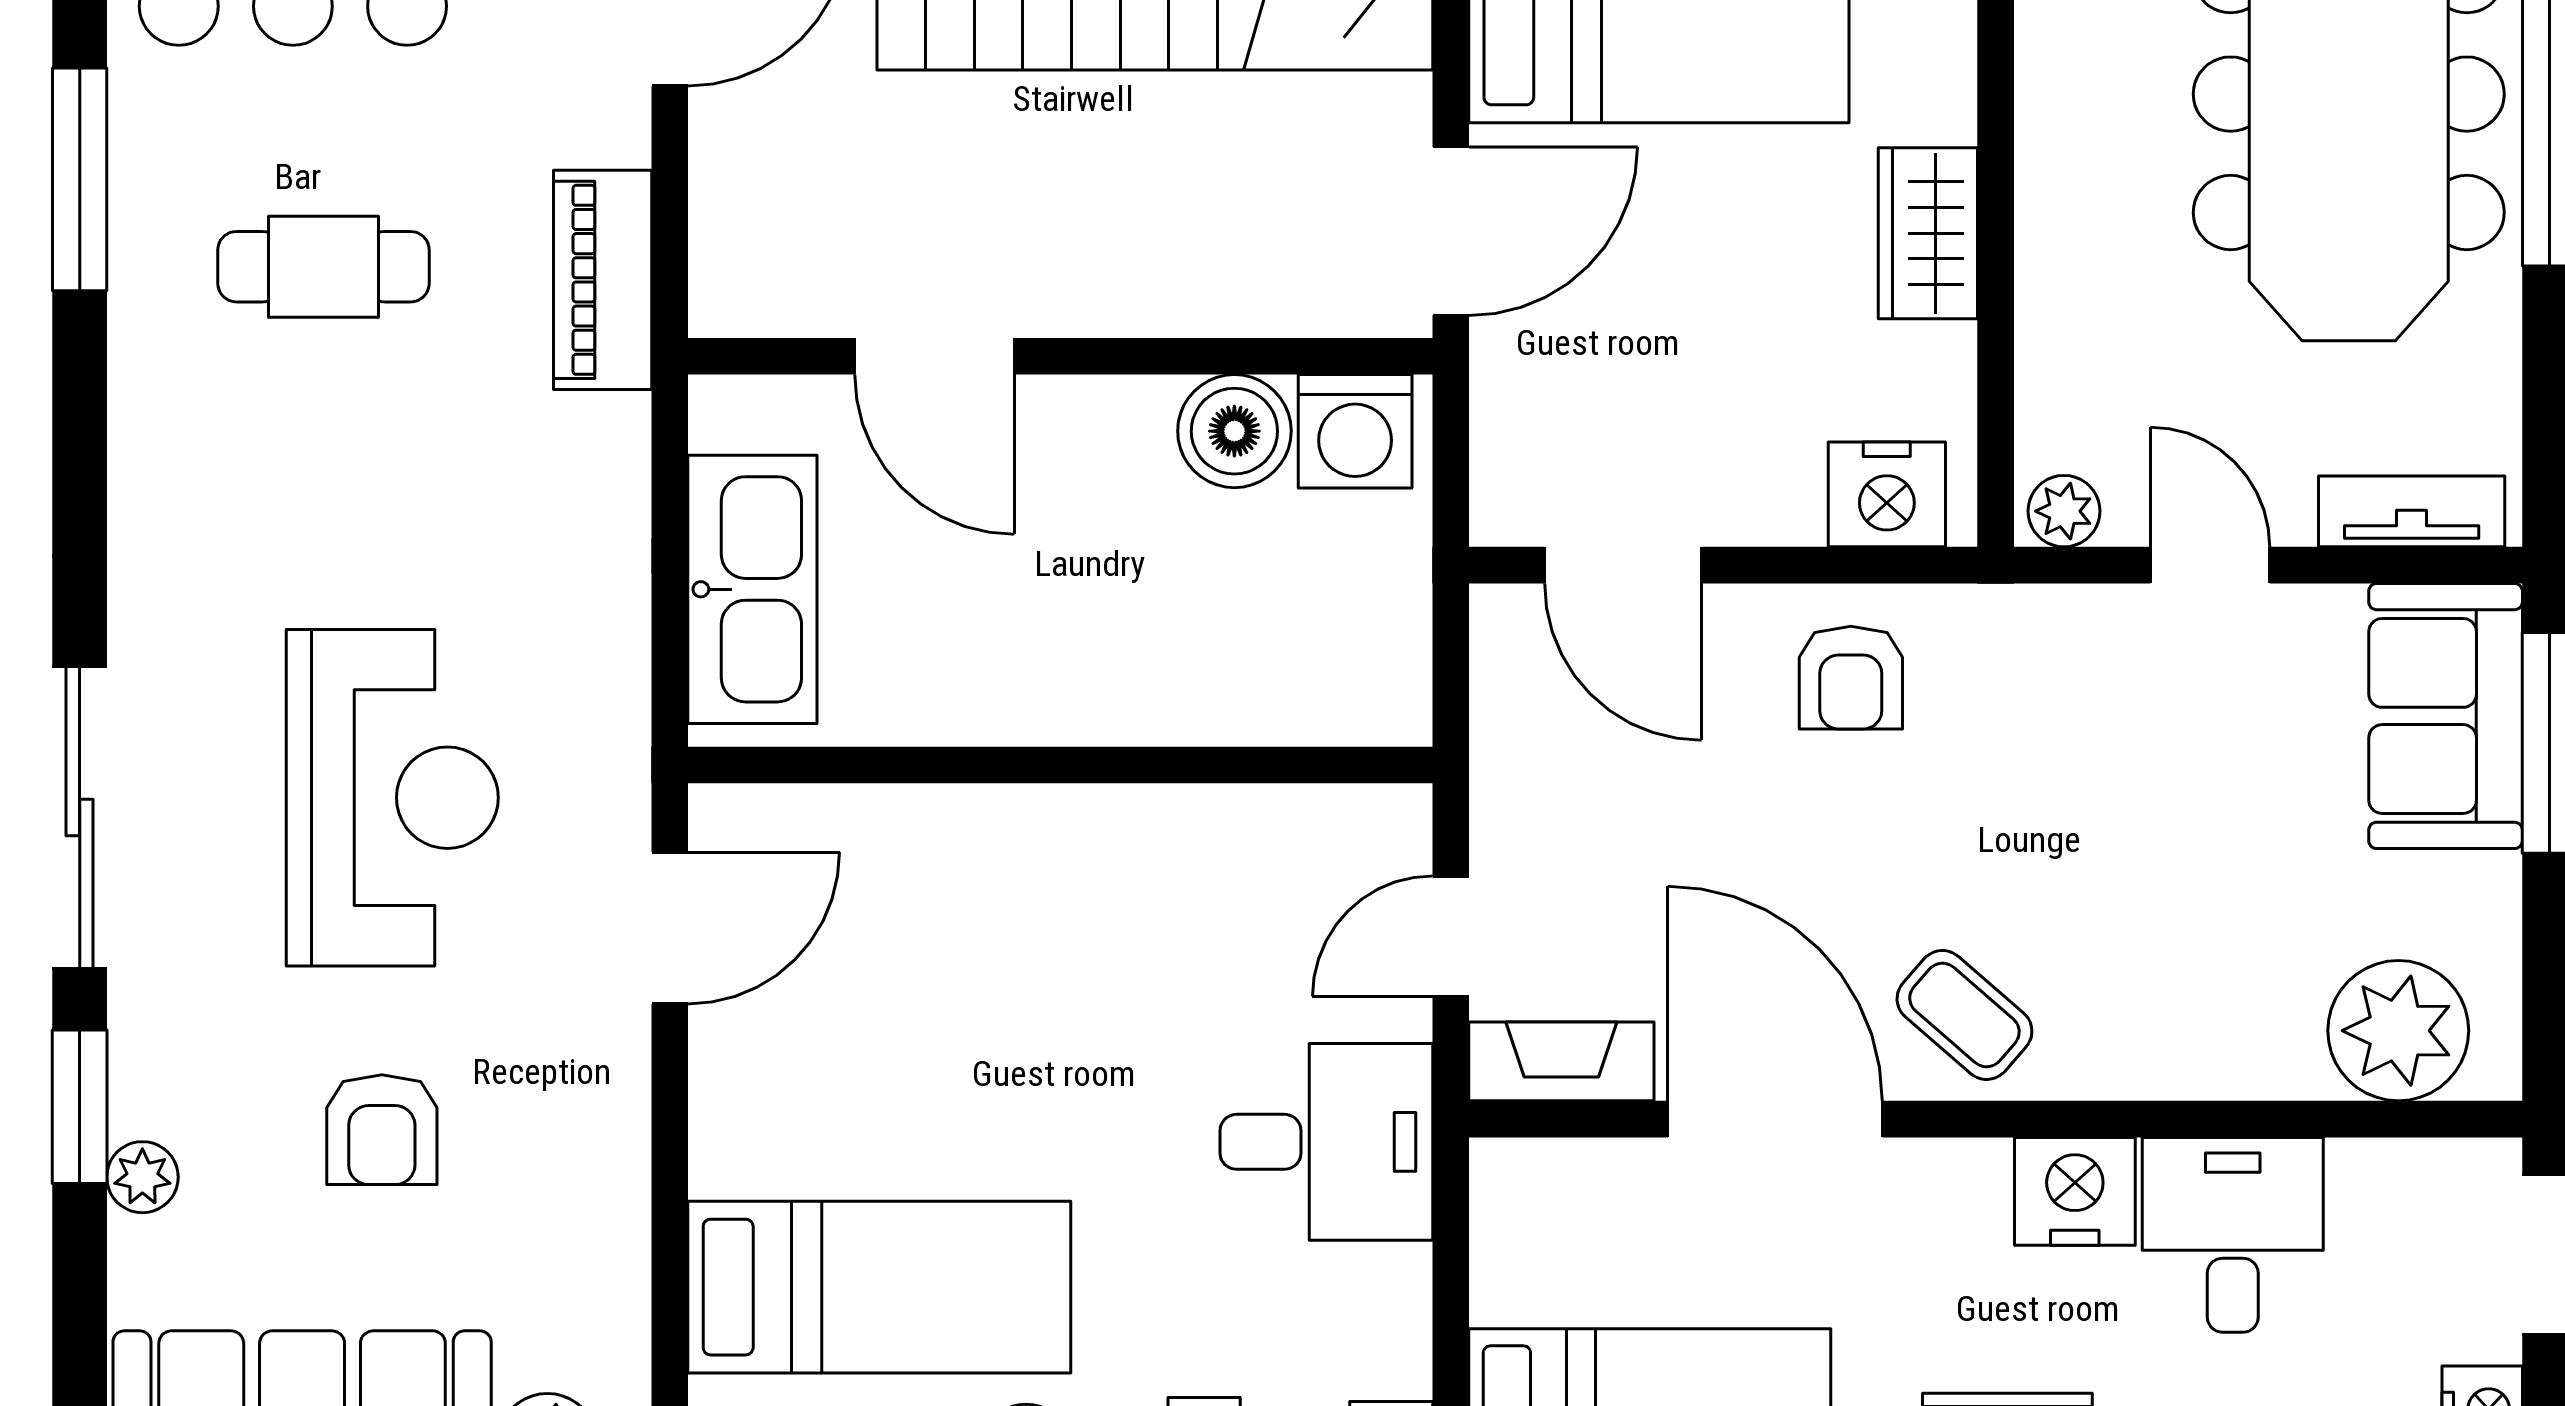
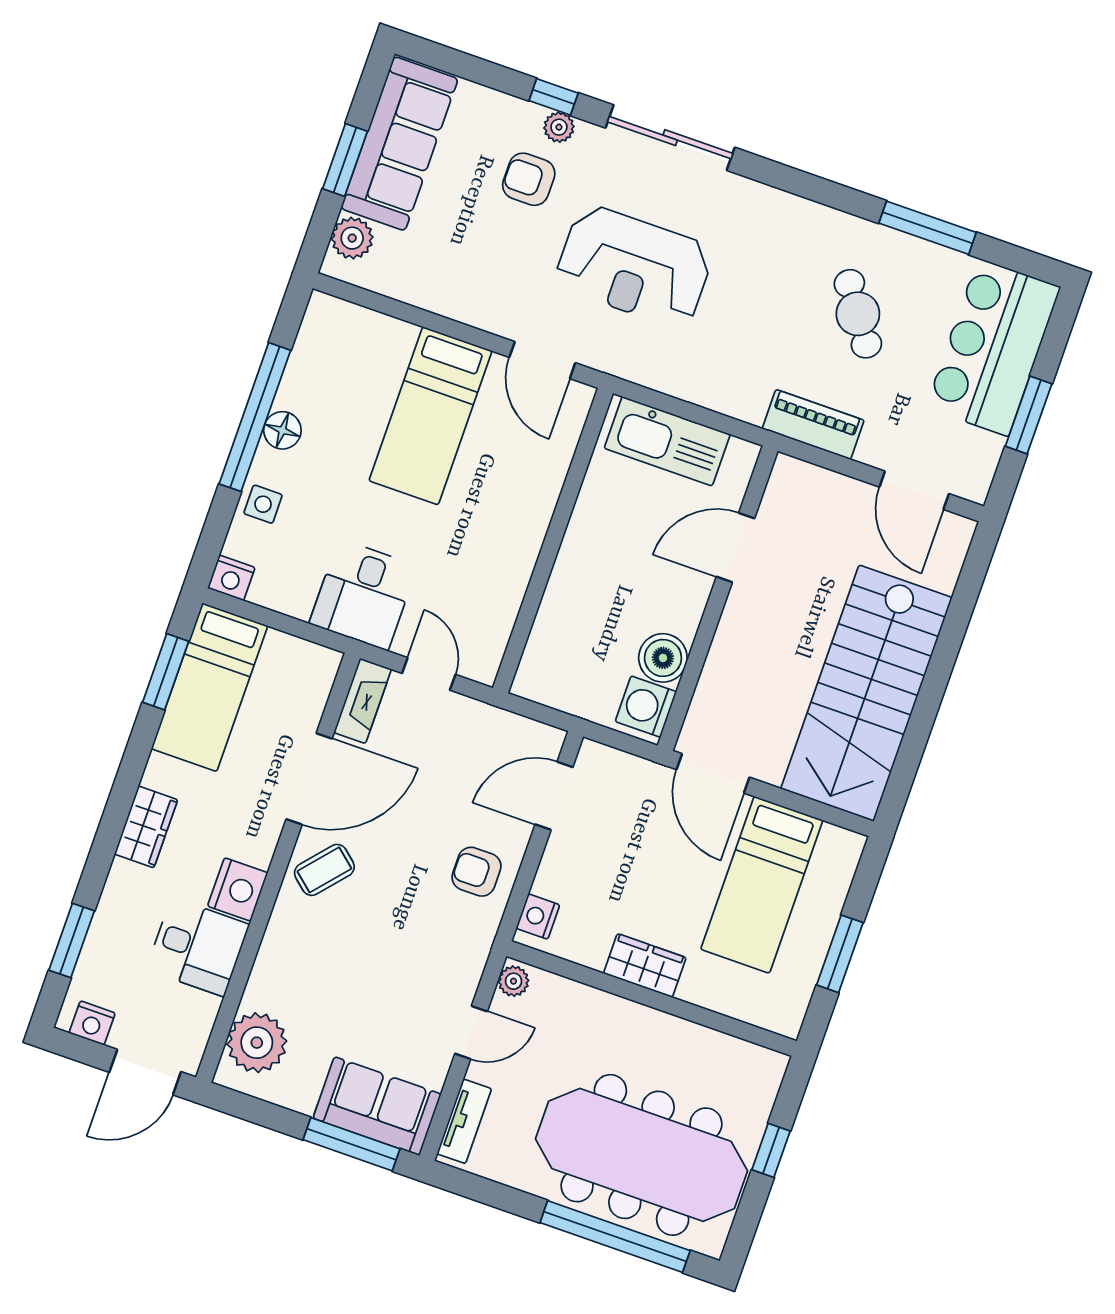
cafe table: (323, 267) -> (858, 314), turned -35
nightstand: (1887, 494) -> (538, 917), width x0.74, depth x0.75
window: (80, 1107) -> (554, 97), width x0.67
armchair: (382, 1130) -> (529, 179), moved
plant: (142, 1177) -> (559, 127), moved
bed: (879, 1287) -> (430, 416), moved

